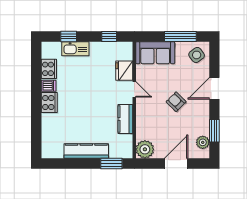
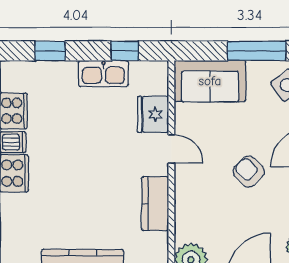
kitchen sink: (75, 49) -> (103, 73), moved

